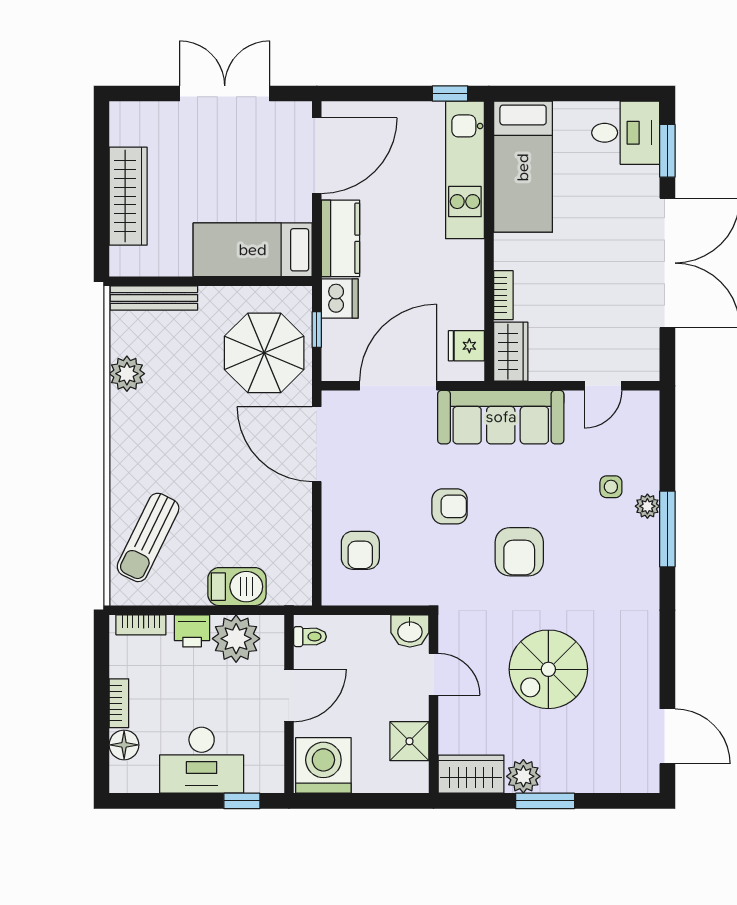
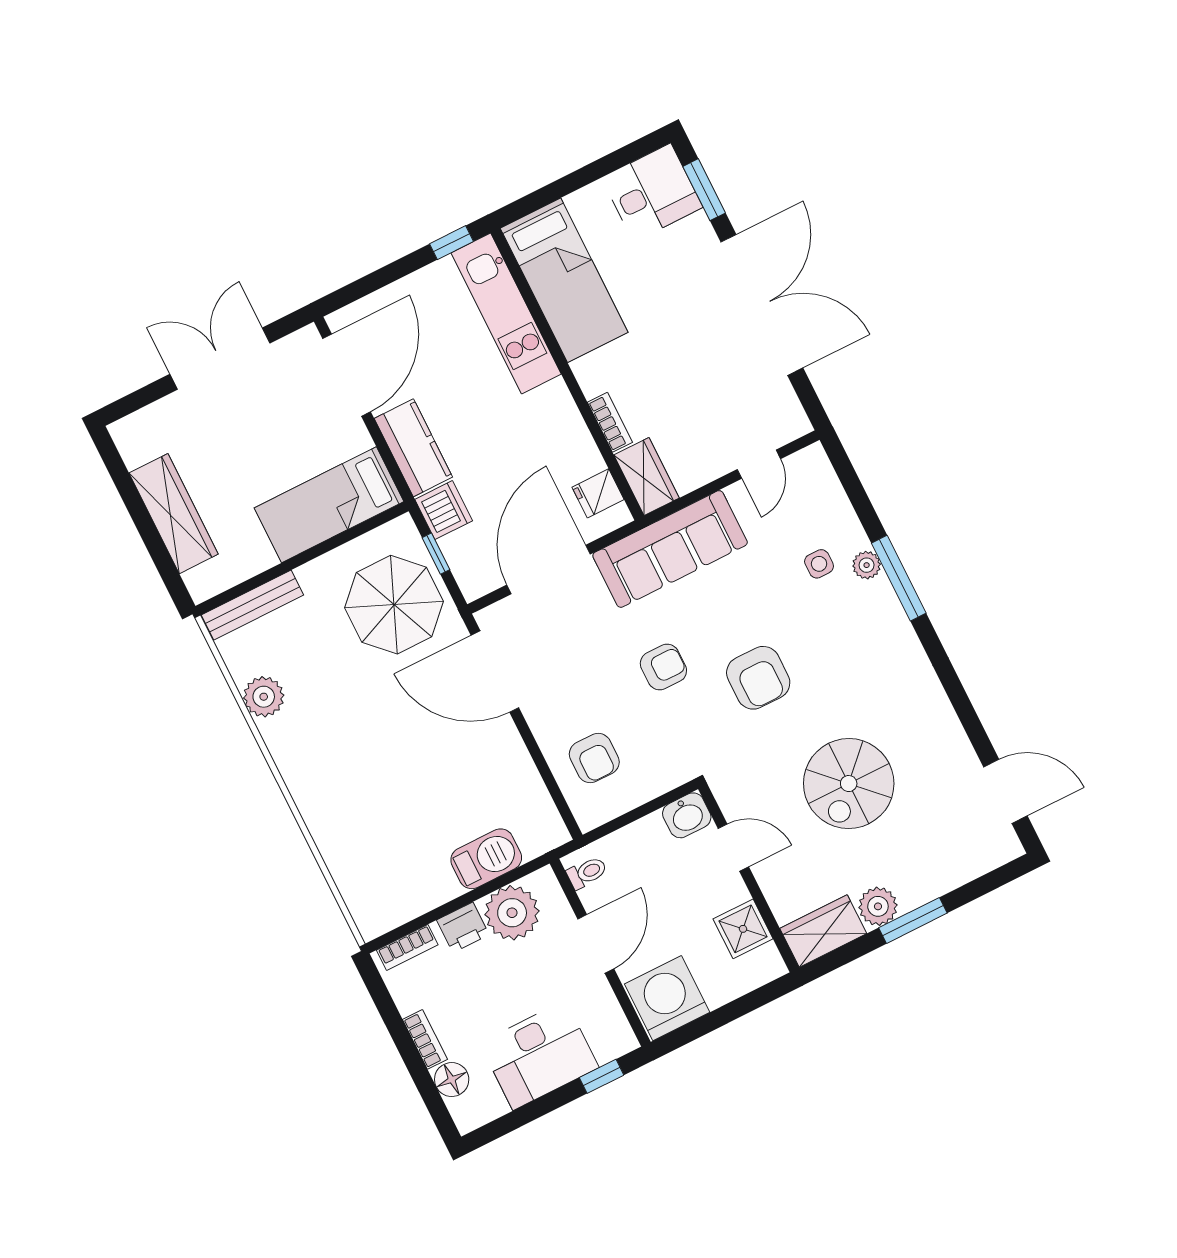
sun lounger: (148, 537) -> (370, 854), removed

